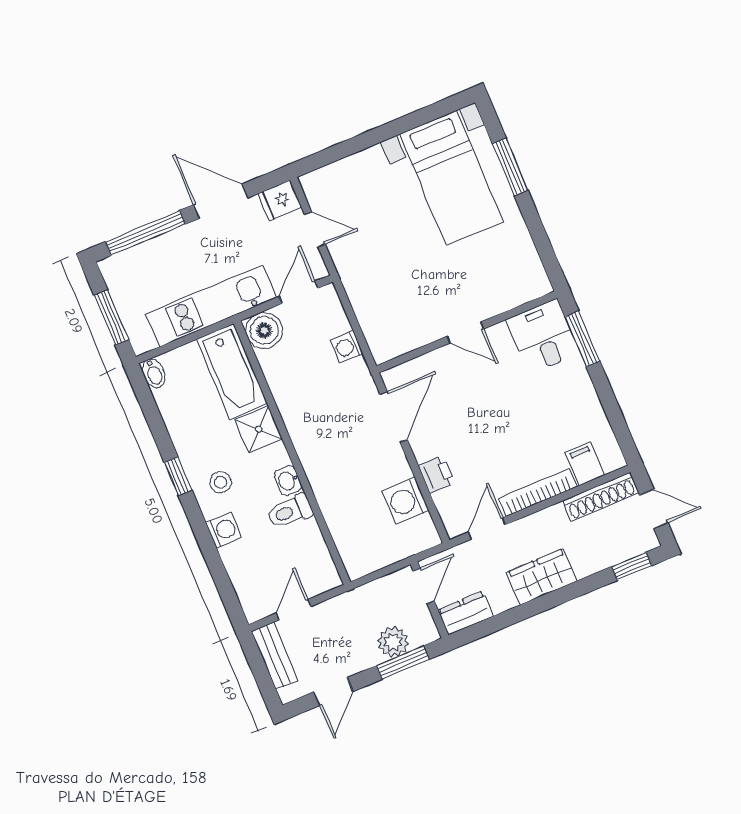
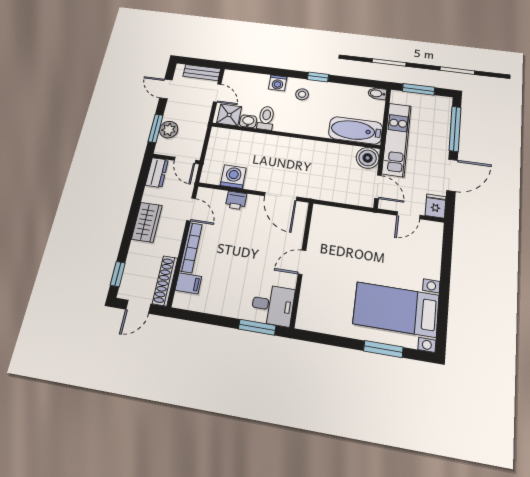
washing machine: (347, 347) -> (333, 194), removed
shower: (259, 429) -> (229, 115), moved
washbasin: (288, 481) -> (248, 121), moved

